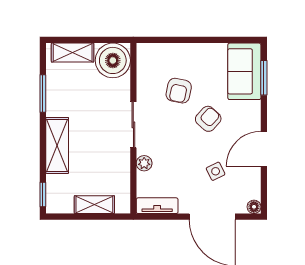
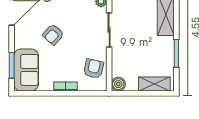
bookcase: (192, 49) -> (65, 86), added
boiler: (113, 60) -> (118, 84), width x0.54, depth x0.54
armchair: (179, 91) -> (94, 69), moved

